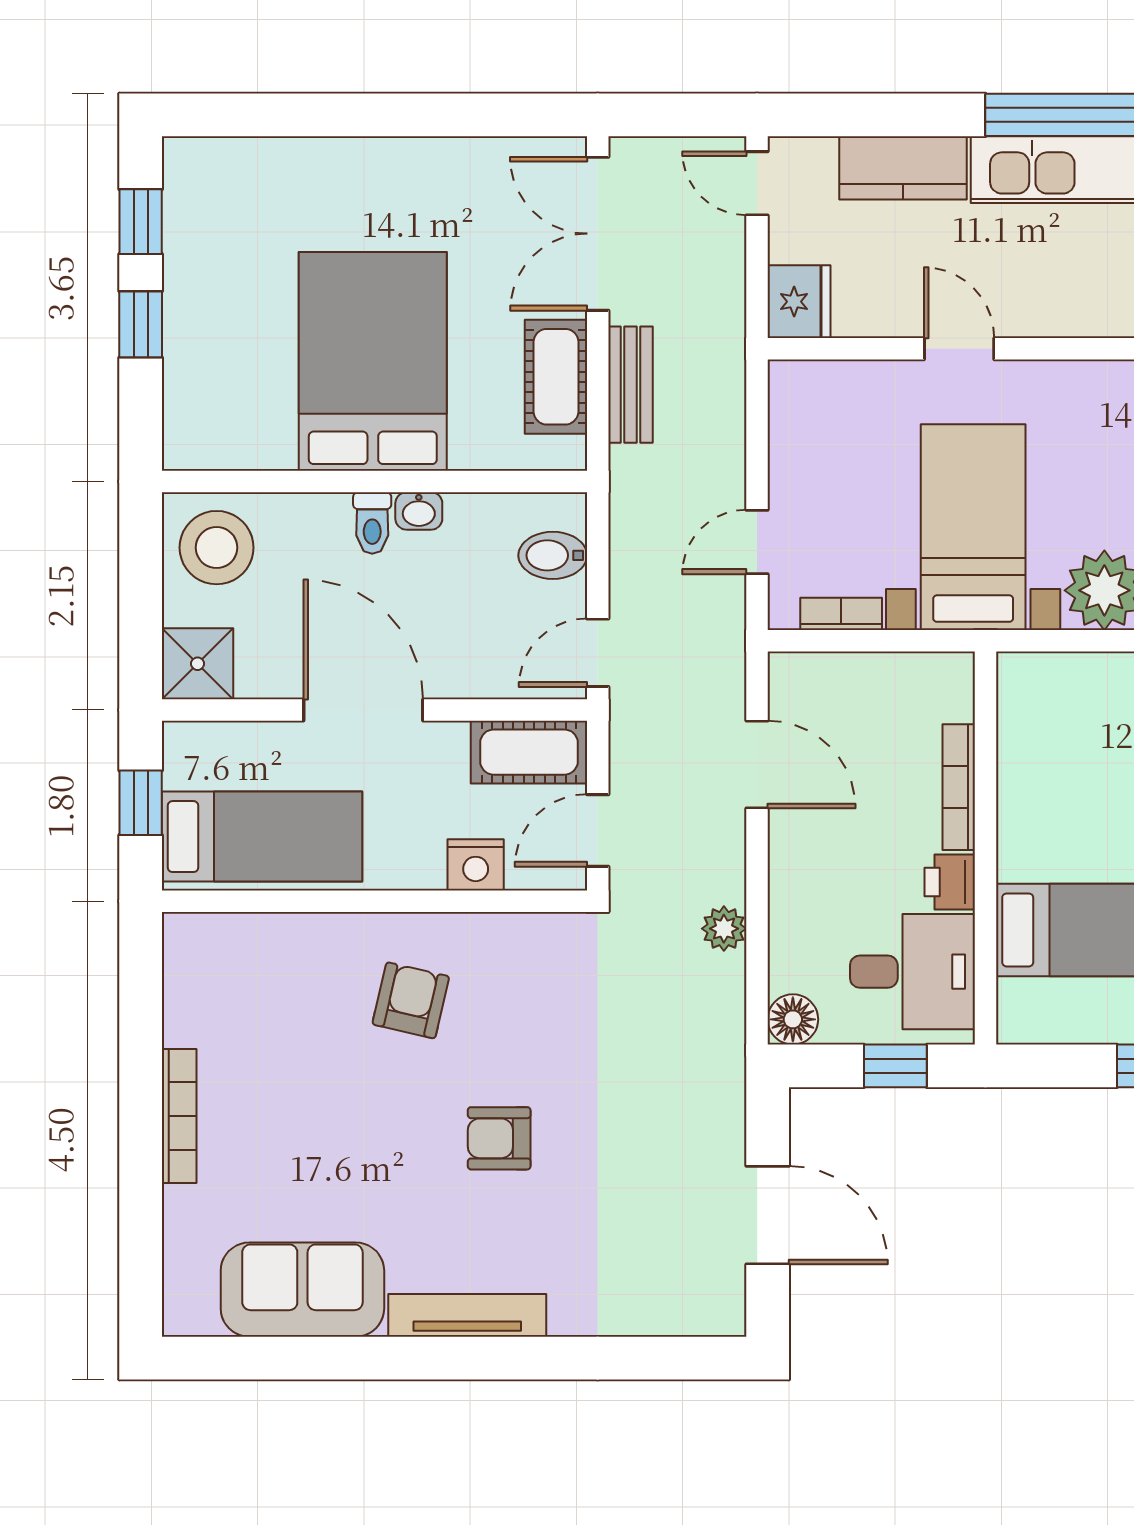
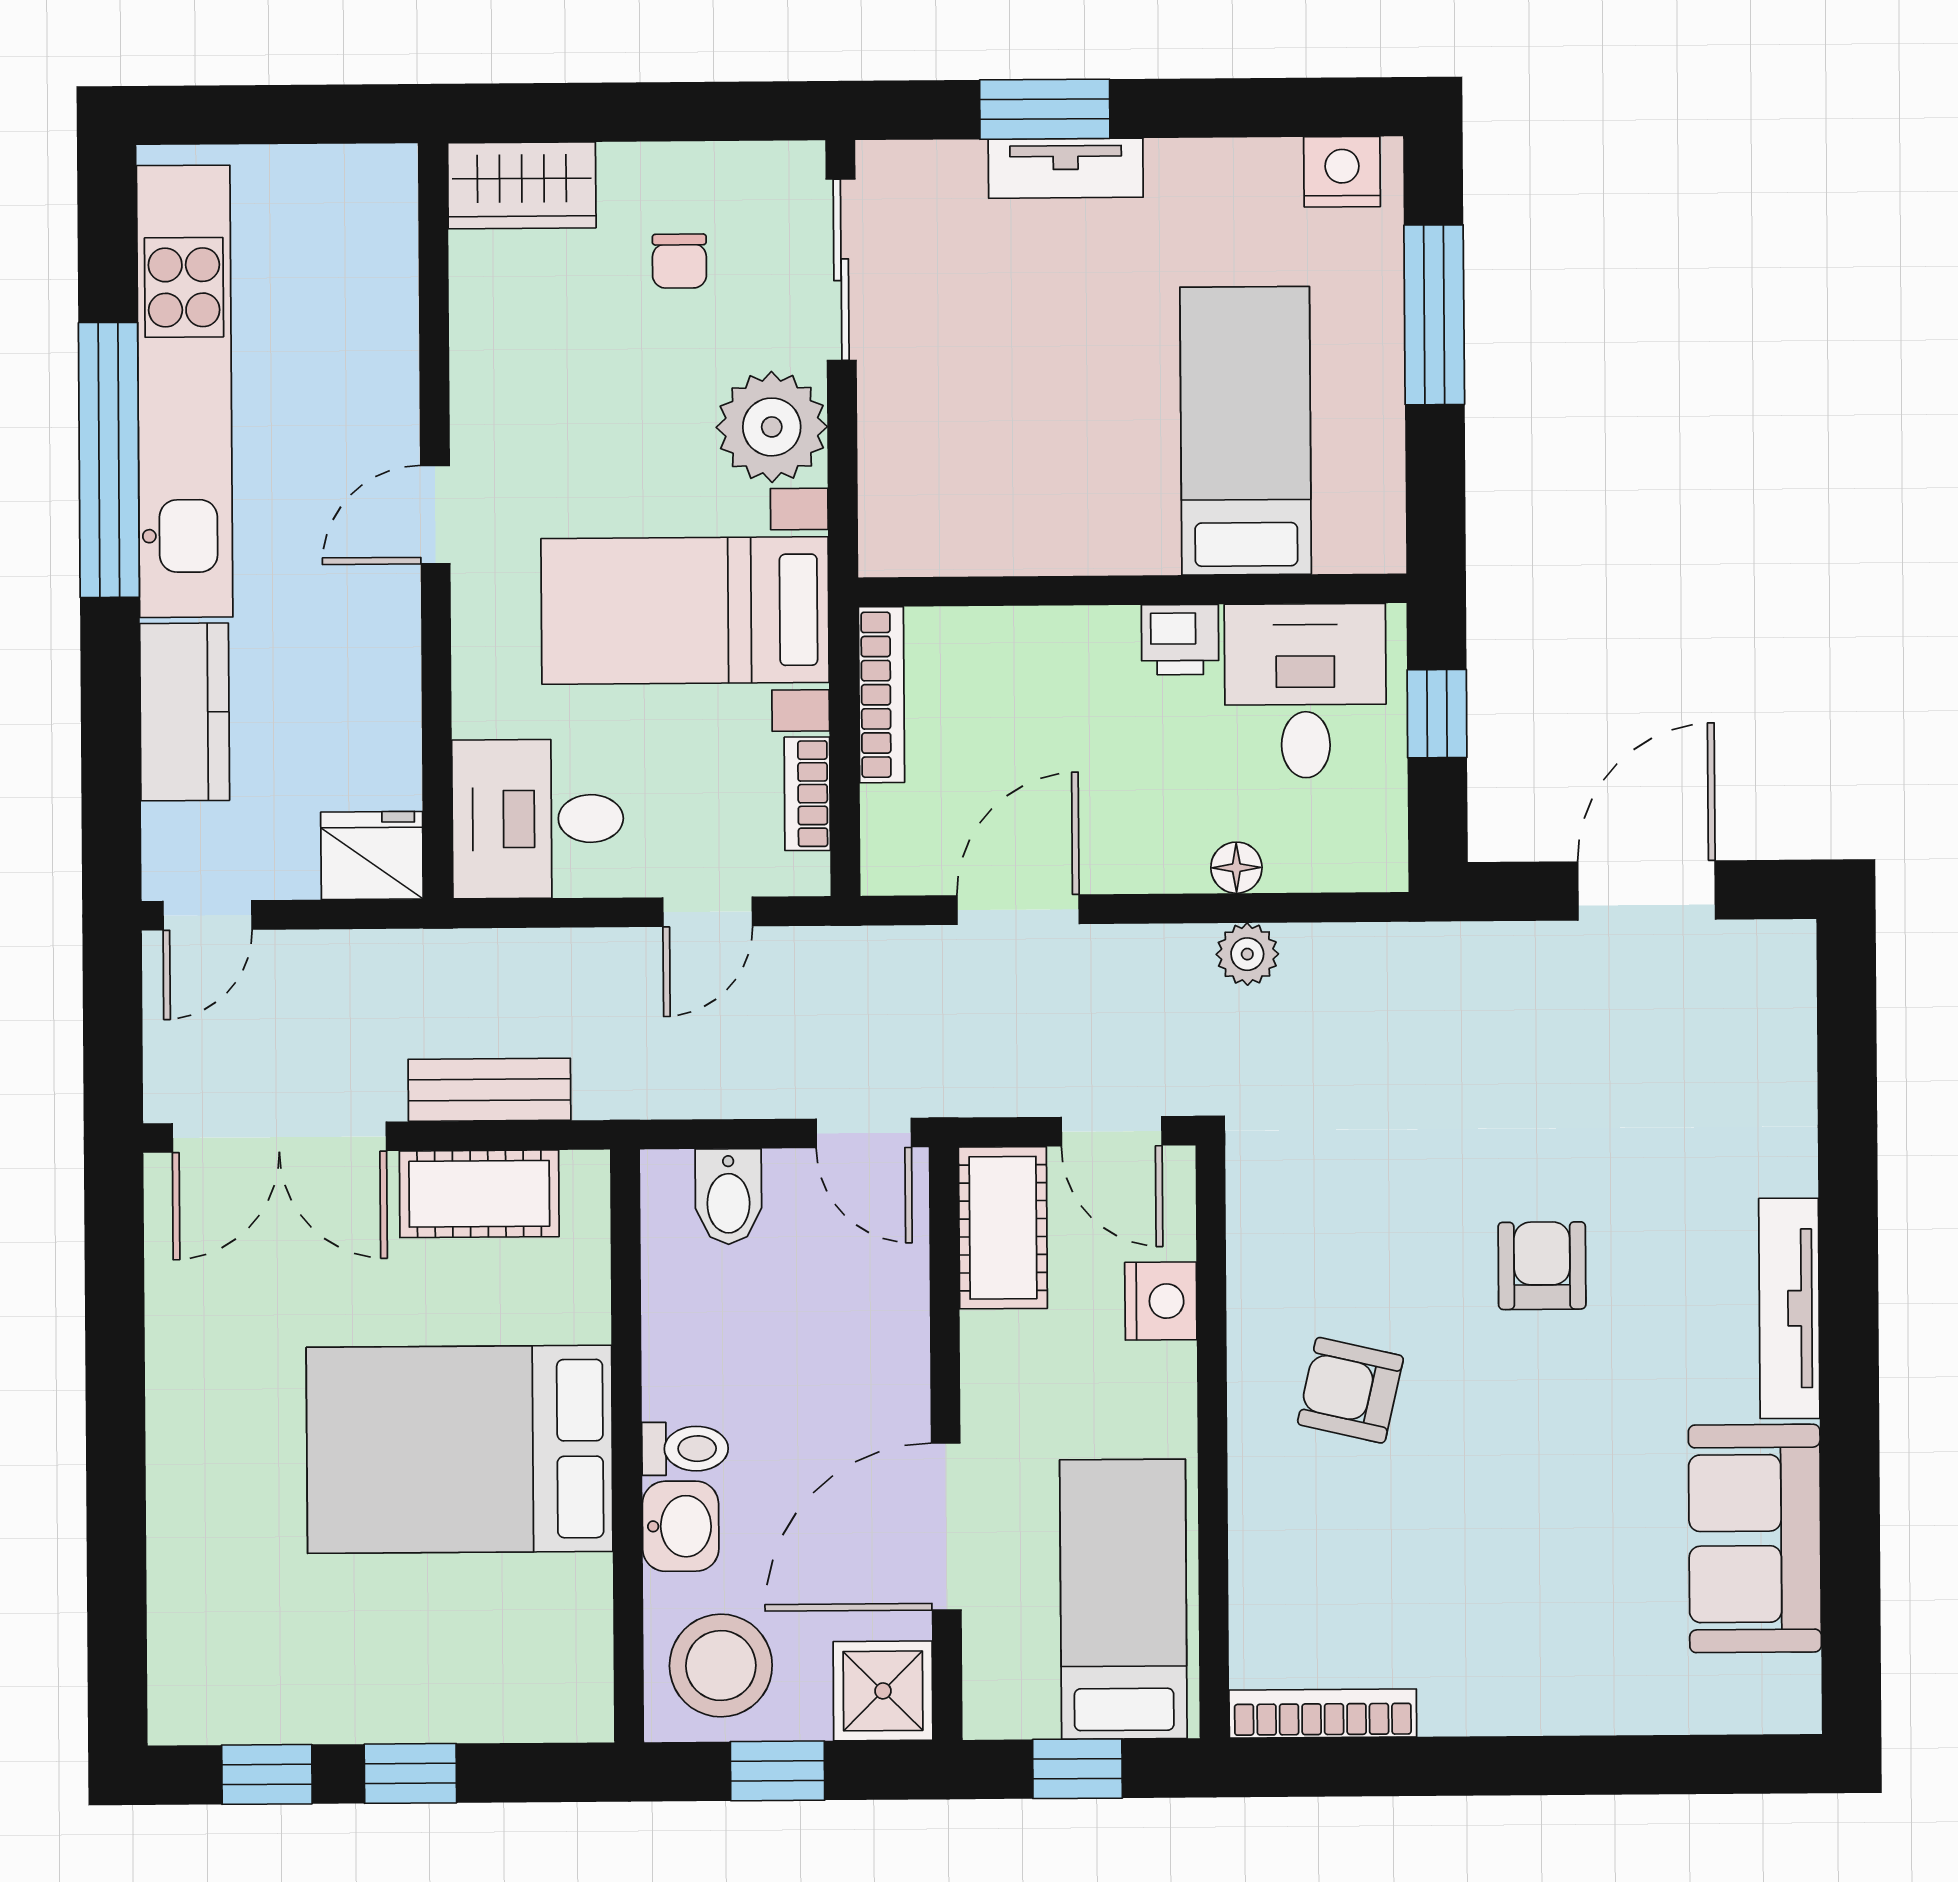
door: (959, 349) -> (435, 515), moved
desk: (824, 421) -> (538, 819), added
washbasin: (419, 511) -> (681, 1526), moved, width x1.38, depth x1.45
door: (757, 542) -> (708, 912), hinge flipped
window: (141, 588) -> (778, 1771), added
door: (363, 710) -> (946, 1526), moved
bookcase: (959, 787) -> (881, 695), moved, turned -90
floor lamp: (793, 1019) -> (1236, 868), moved, width x0.73, depth x0.73
bookcase: (179, 1116) -> (1323, 1713), moved
armchair: (499, 1138) -> (1542, 1266), turned 180

